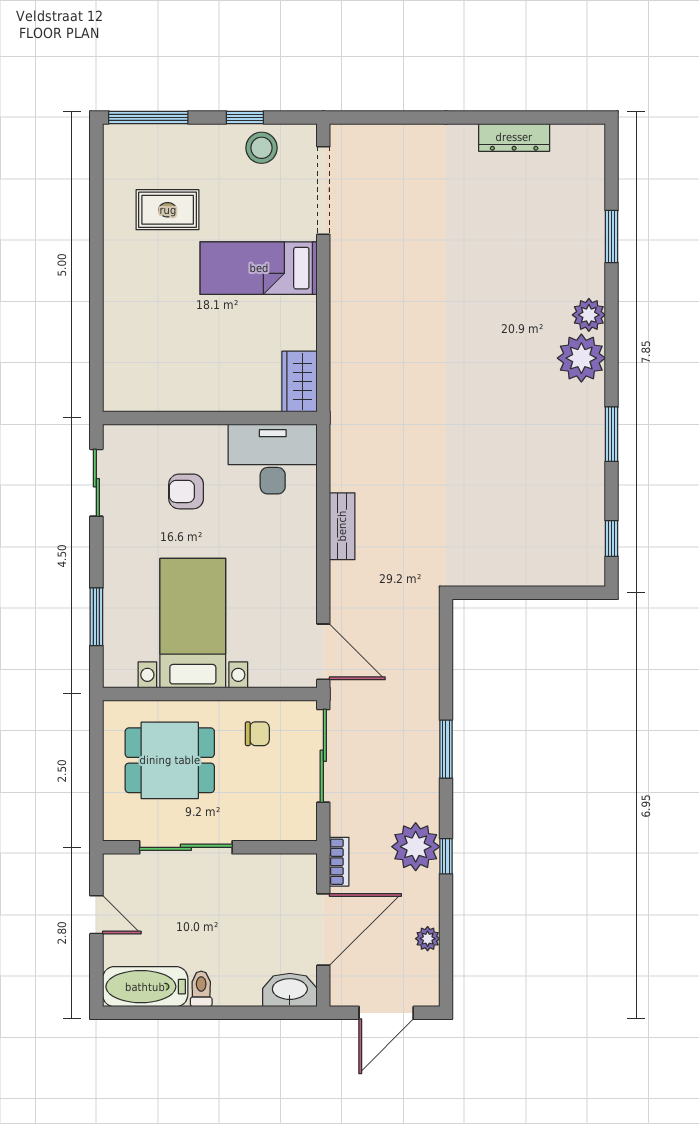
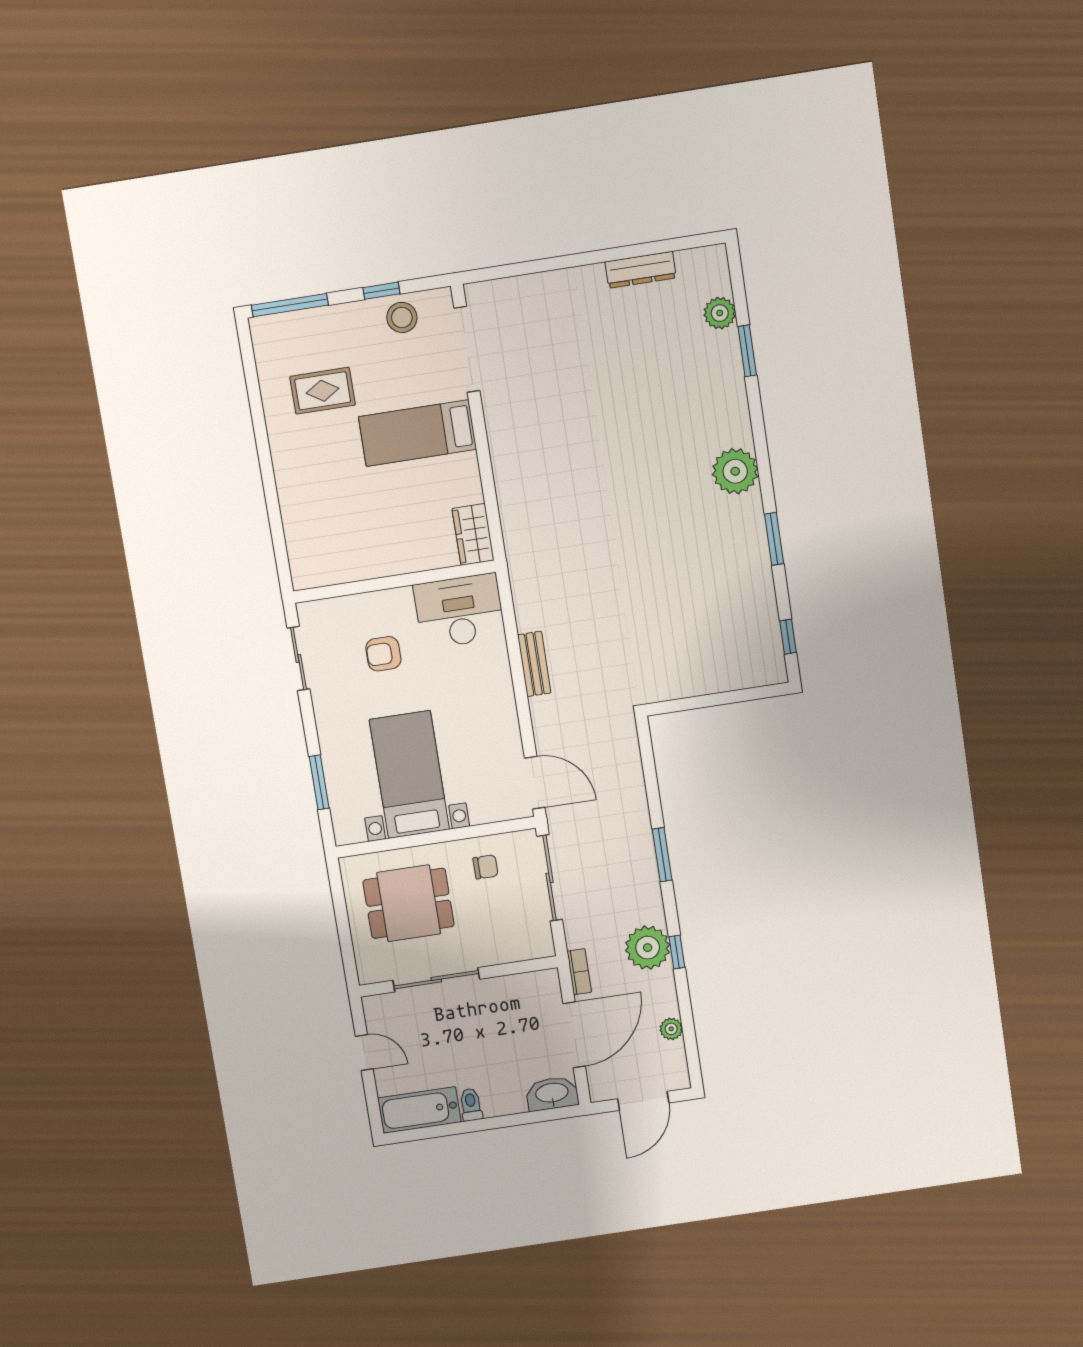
plant: (589, 315) -> (720, 313), moved

